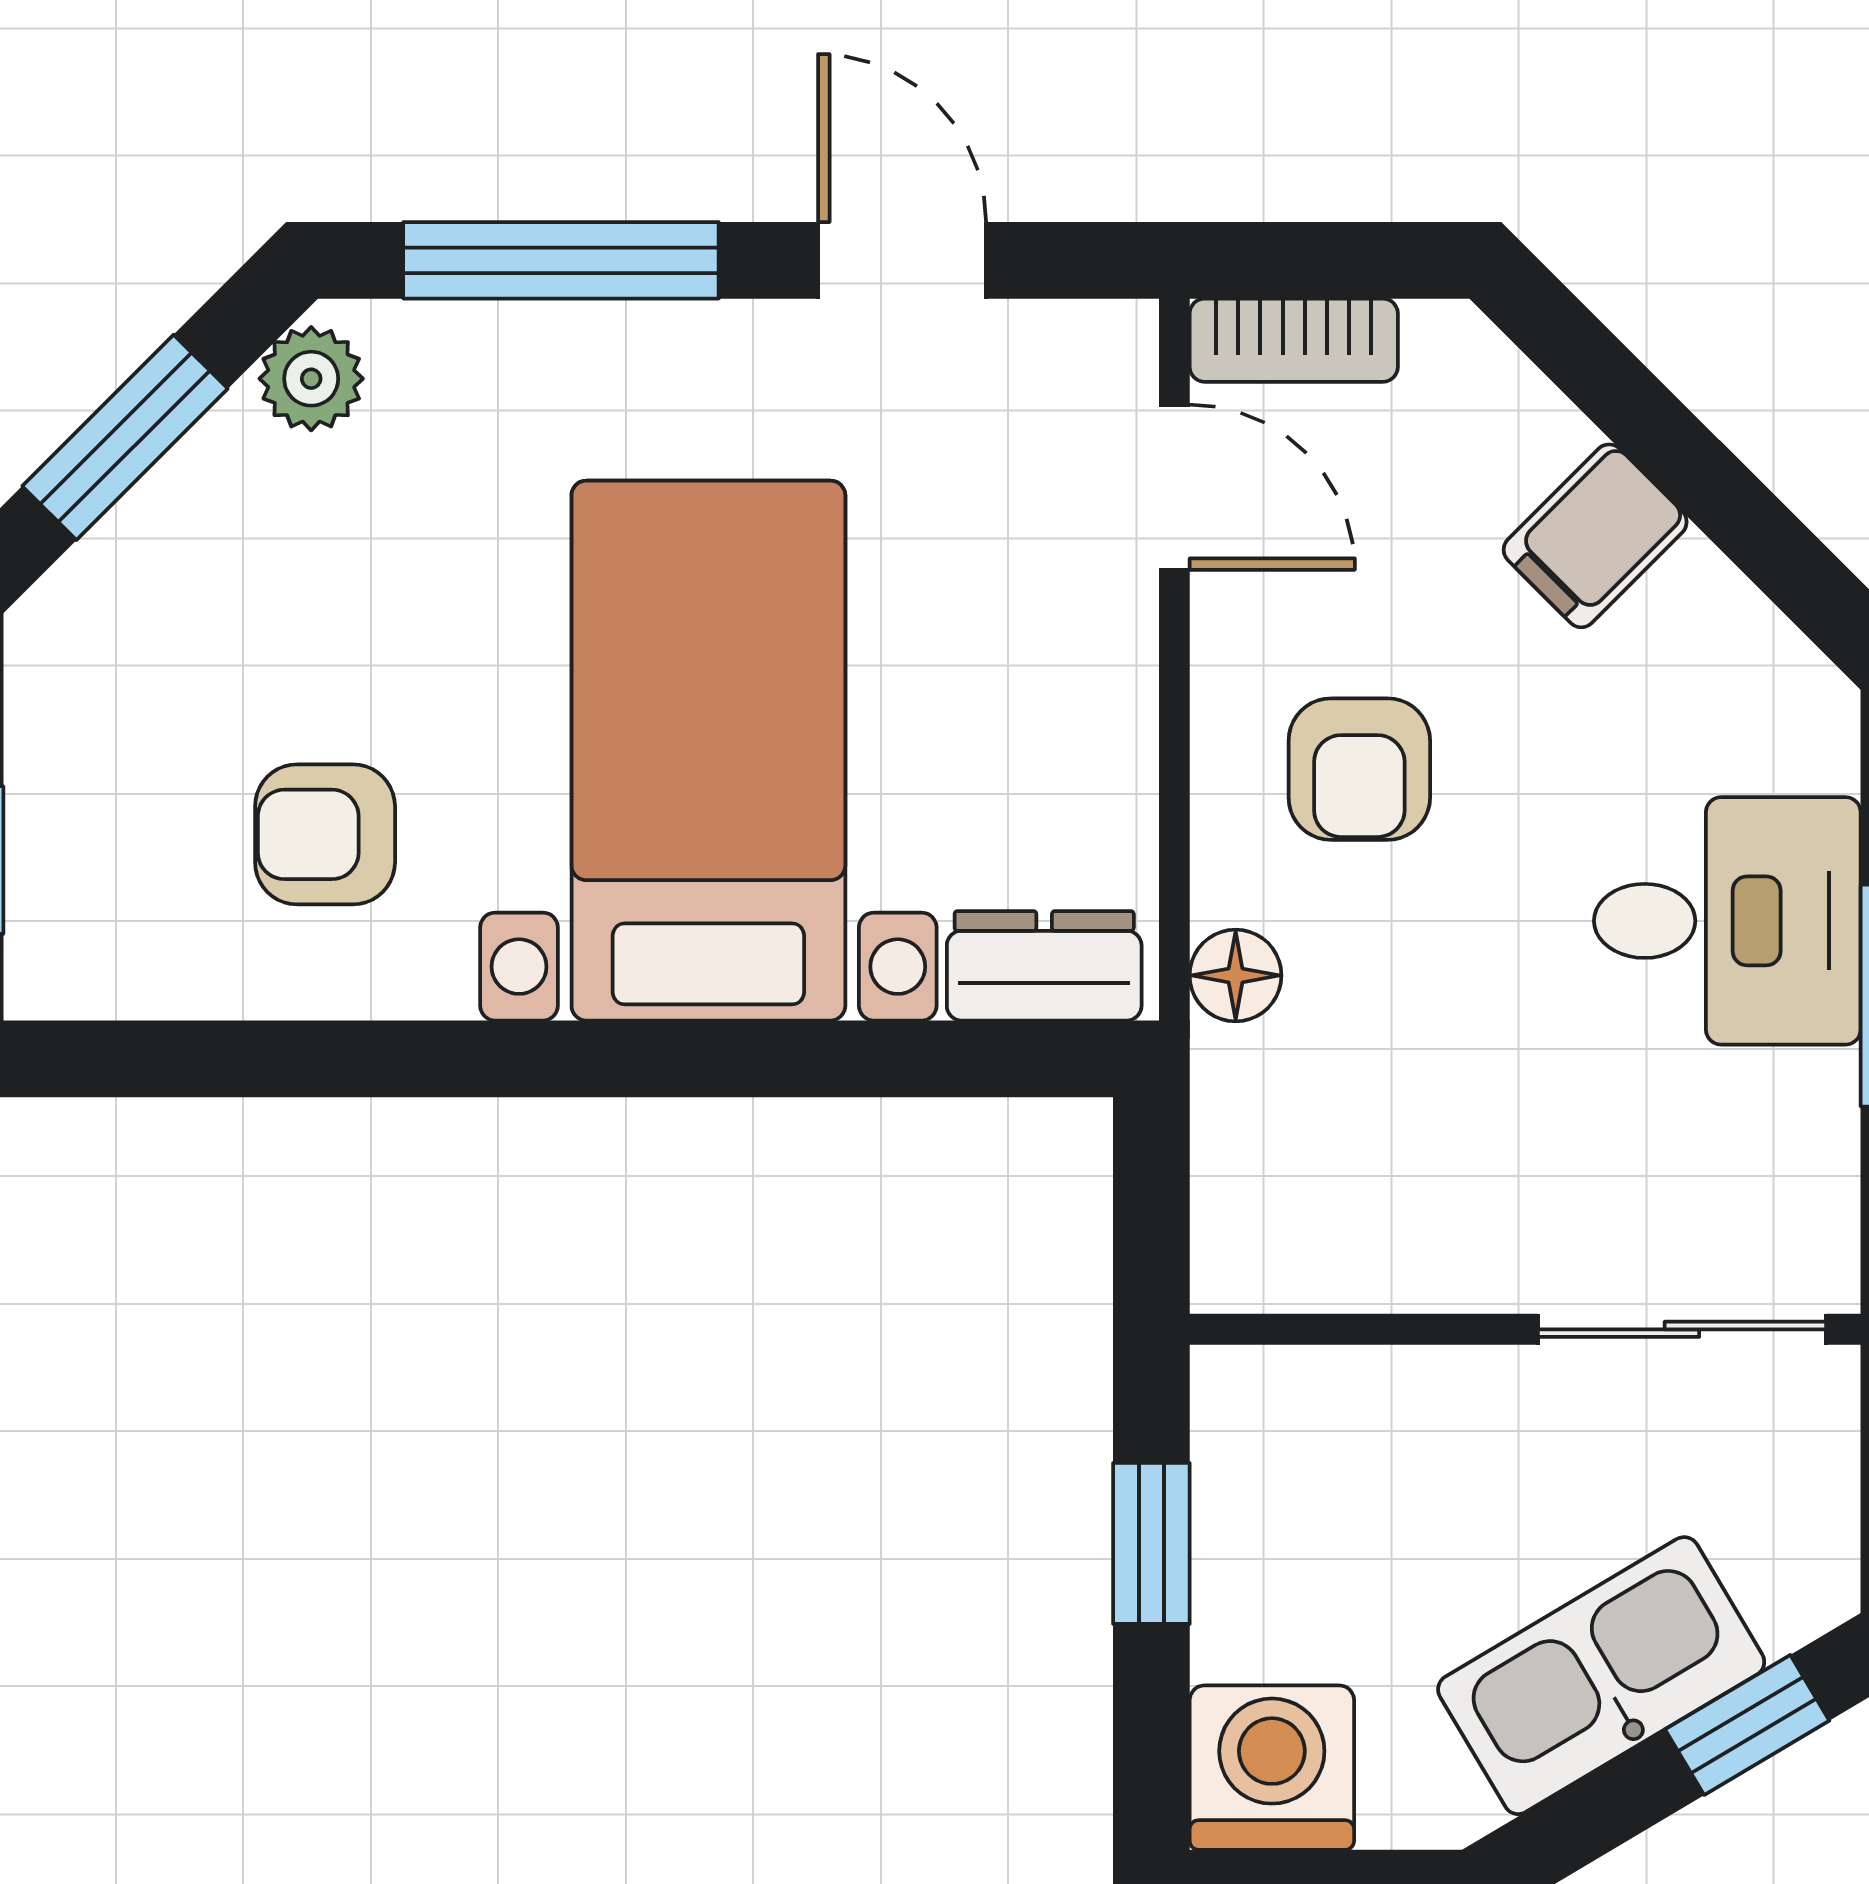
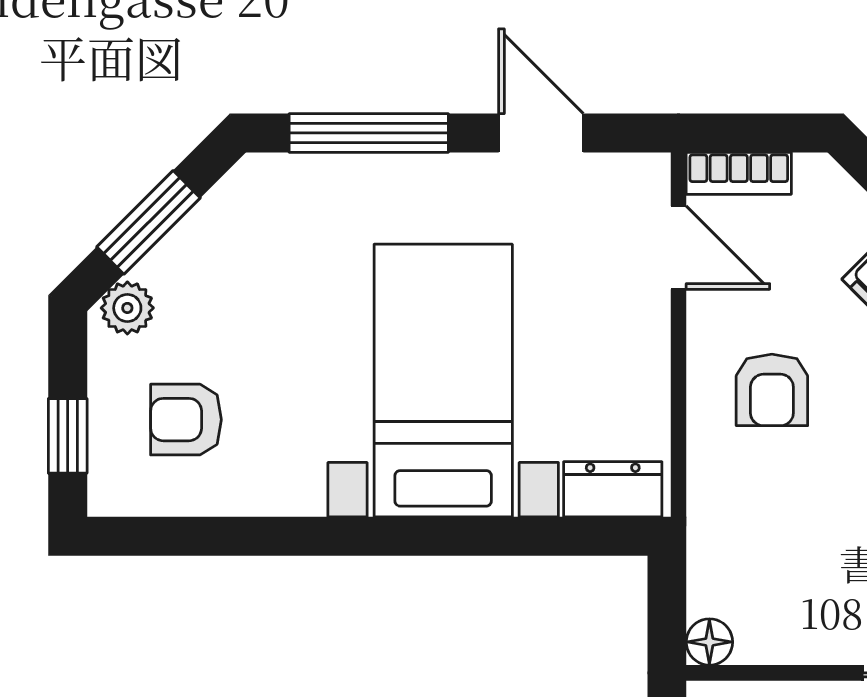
plant: (311, 379) -> (127, 308), moved
armchair: (325, 834) -> (186, 420), moved
floor lamp: (1236, 975) -> (709, 642), moved

